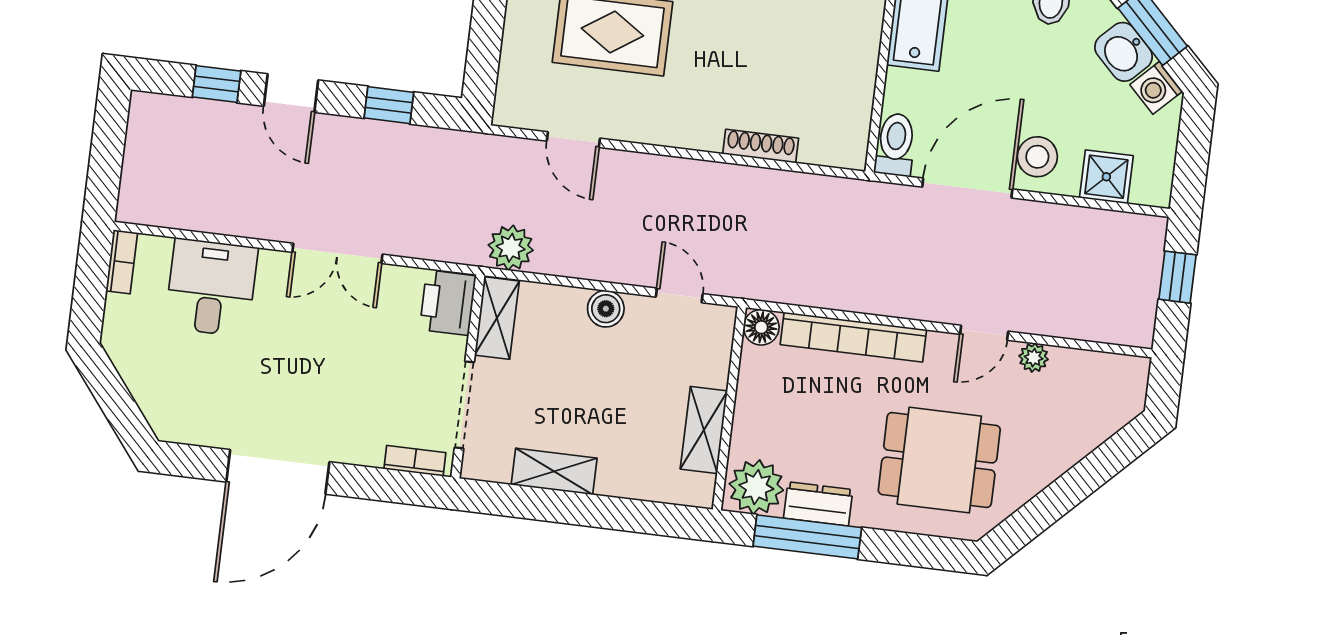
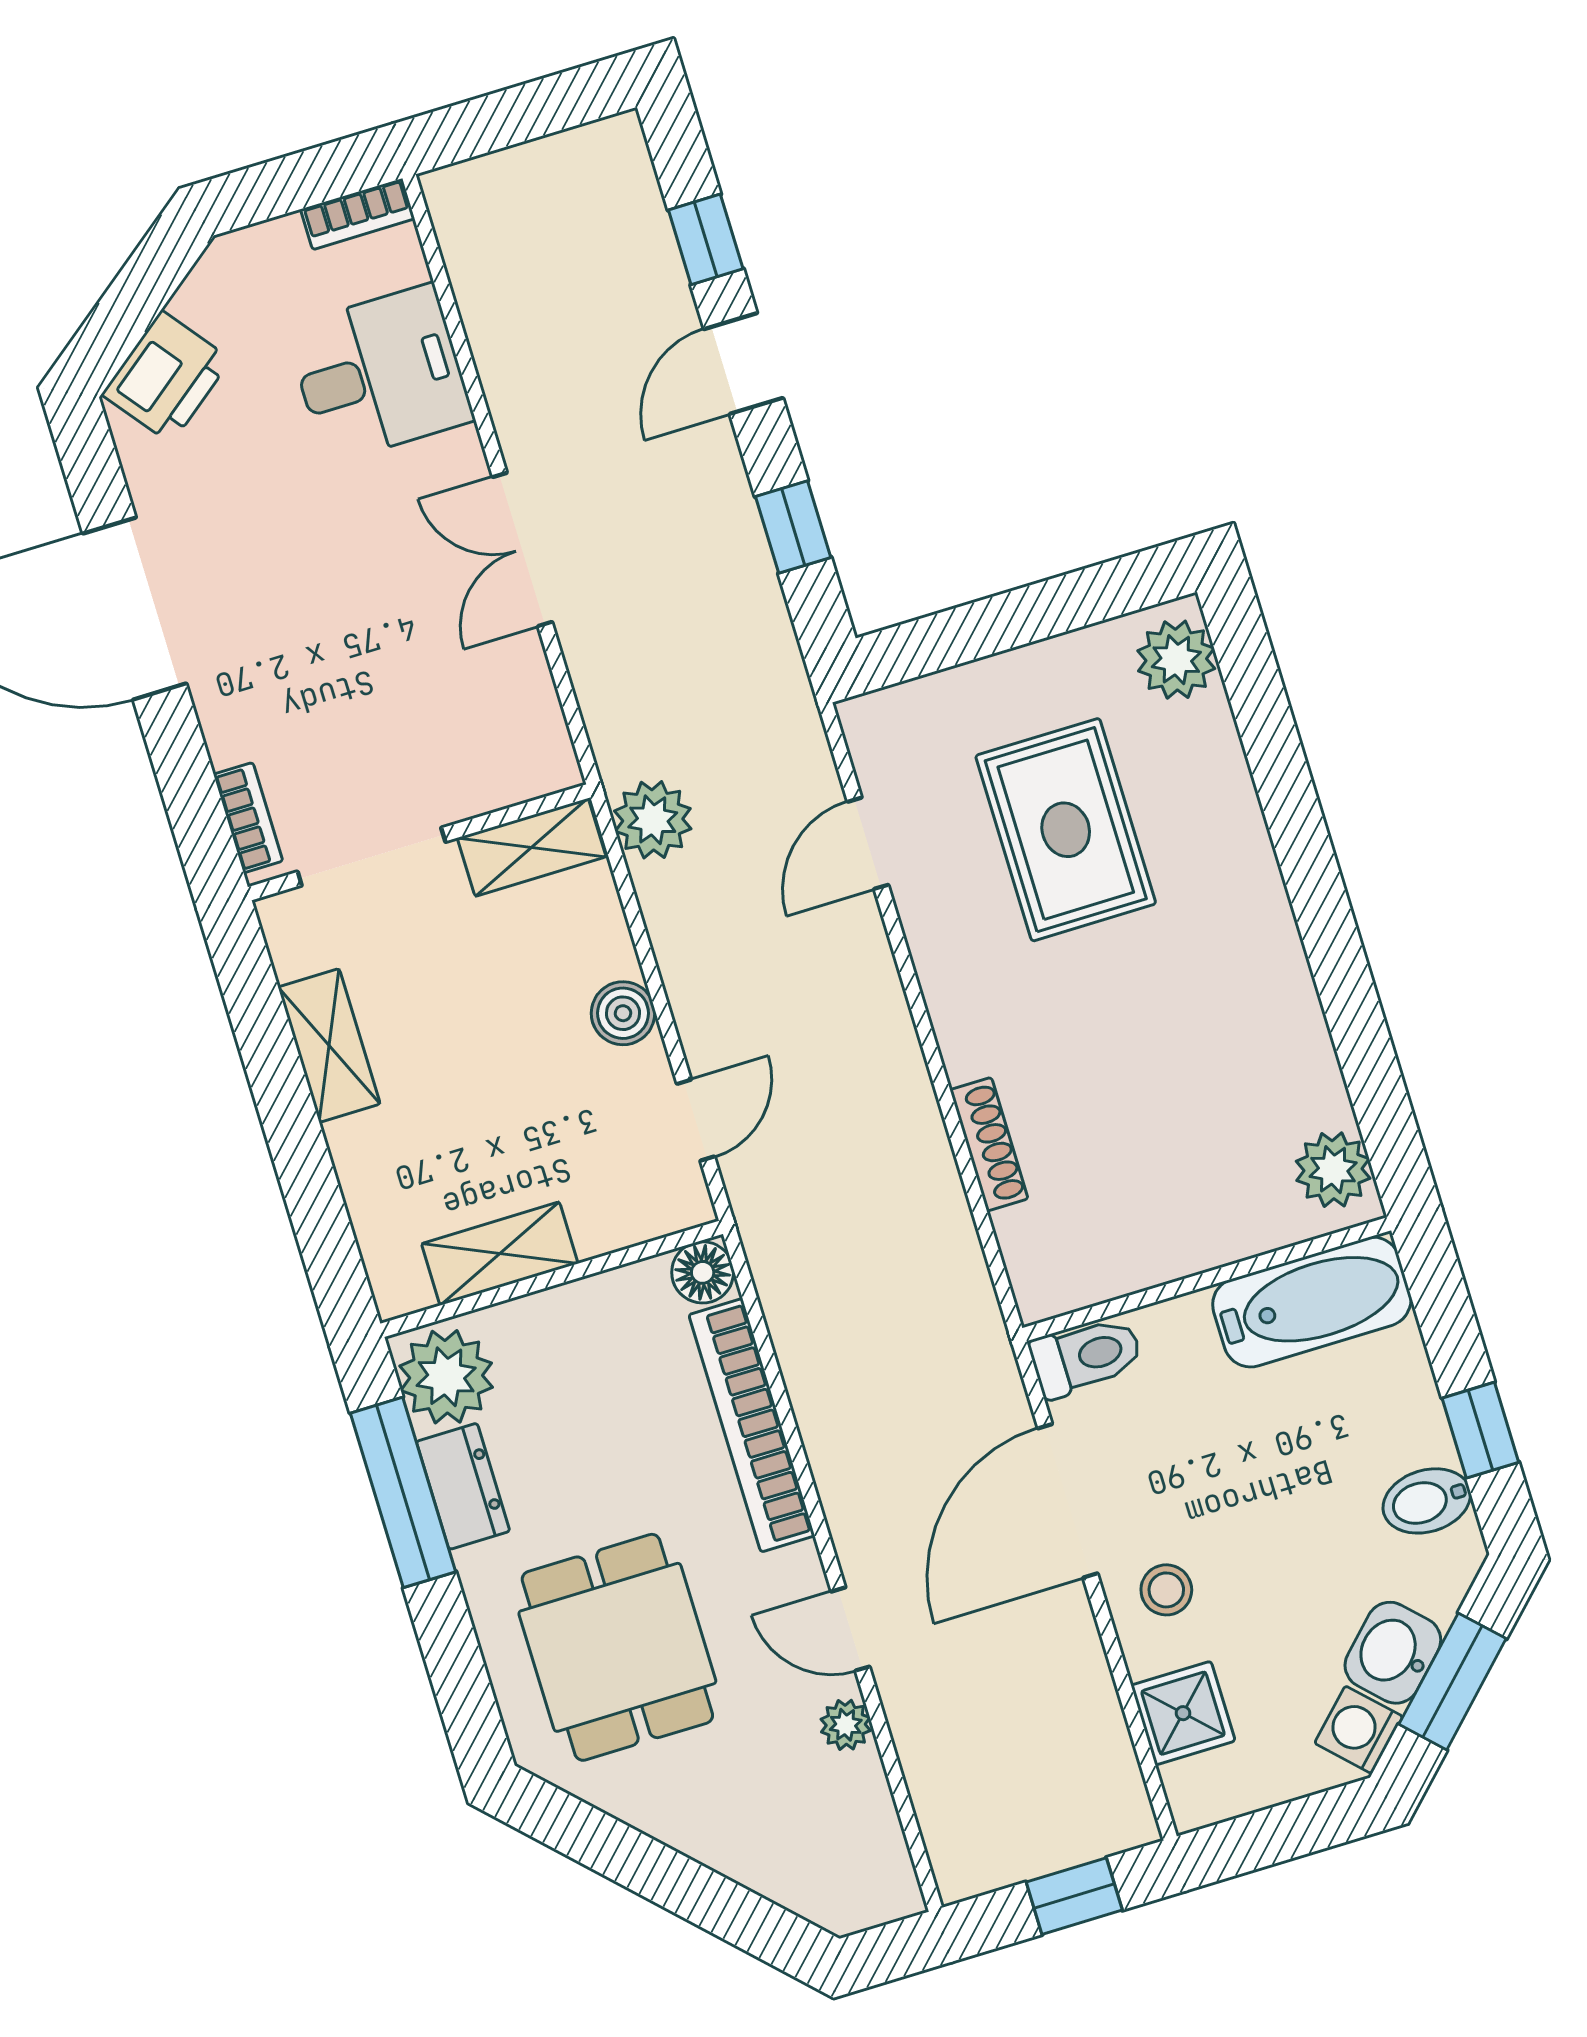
stool: (1037, 157) -> (1166, 1590), width x0.73, depth x0.73
door: (967, 188) -> (1068, 1501), swing flipped
printer: (448, 303) -> (166, 377), moved, turned 142

